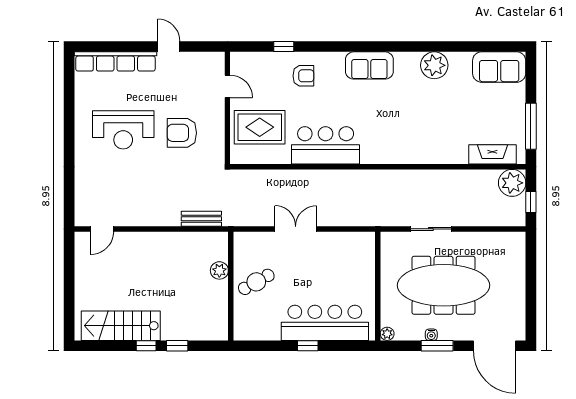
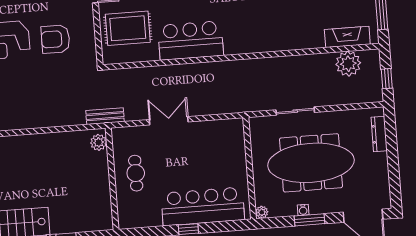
plant: (512, 183) -> (348, 64), moved
bench: (201, 219) -> (105, 116), moved
dresser: (518, 260) -> (379, 134), added
plant: (219, 270) -> (99, 142), moved
cafe table: (256, 282) -> (136, 173), turned -61

